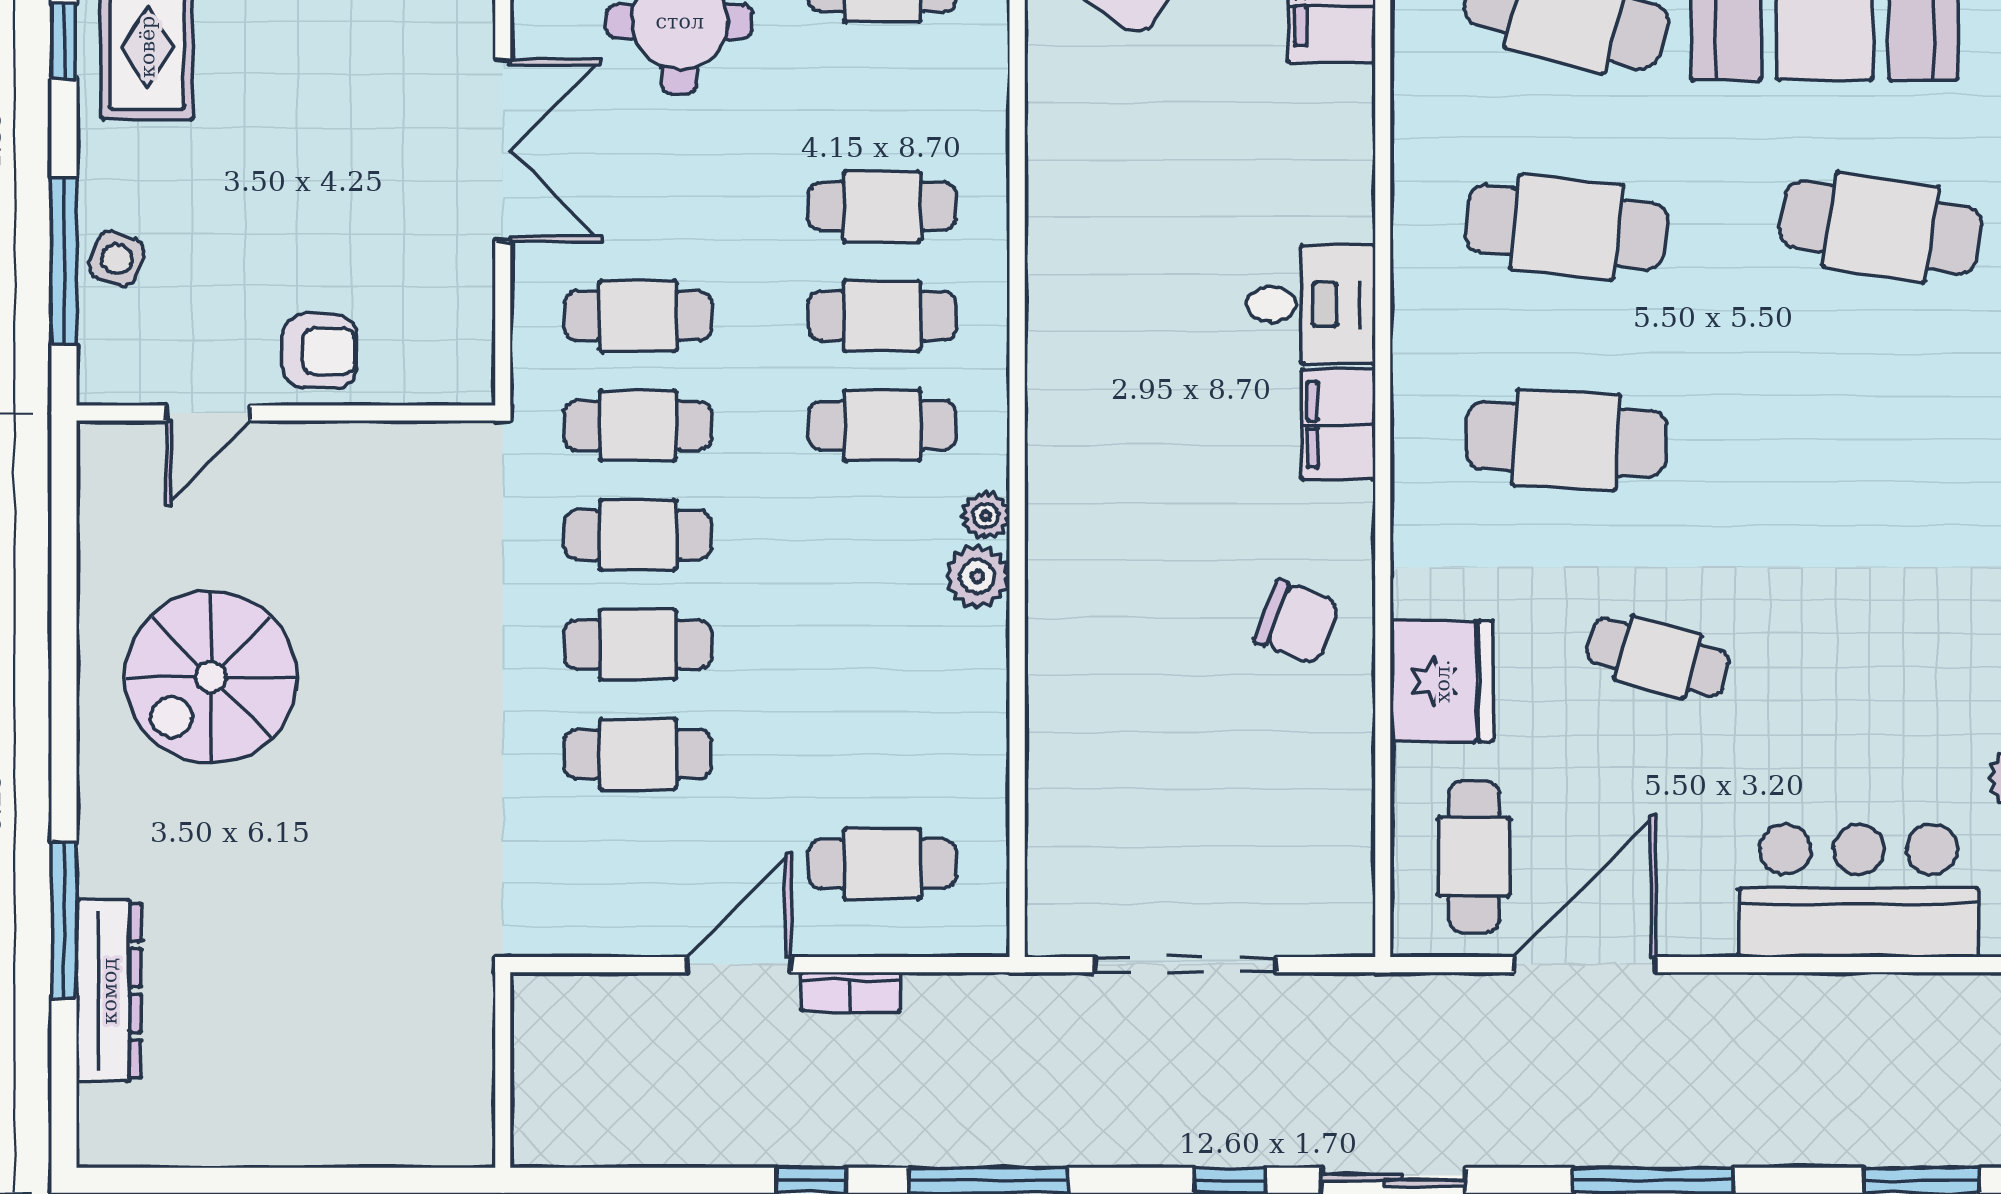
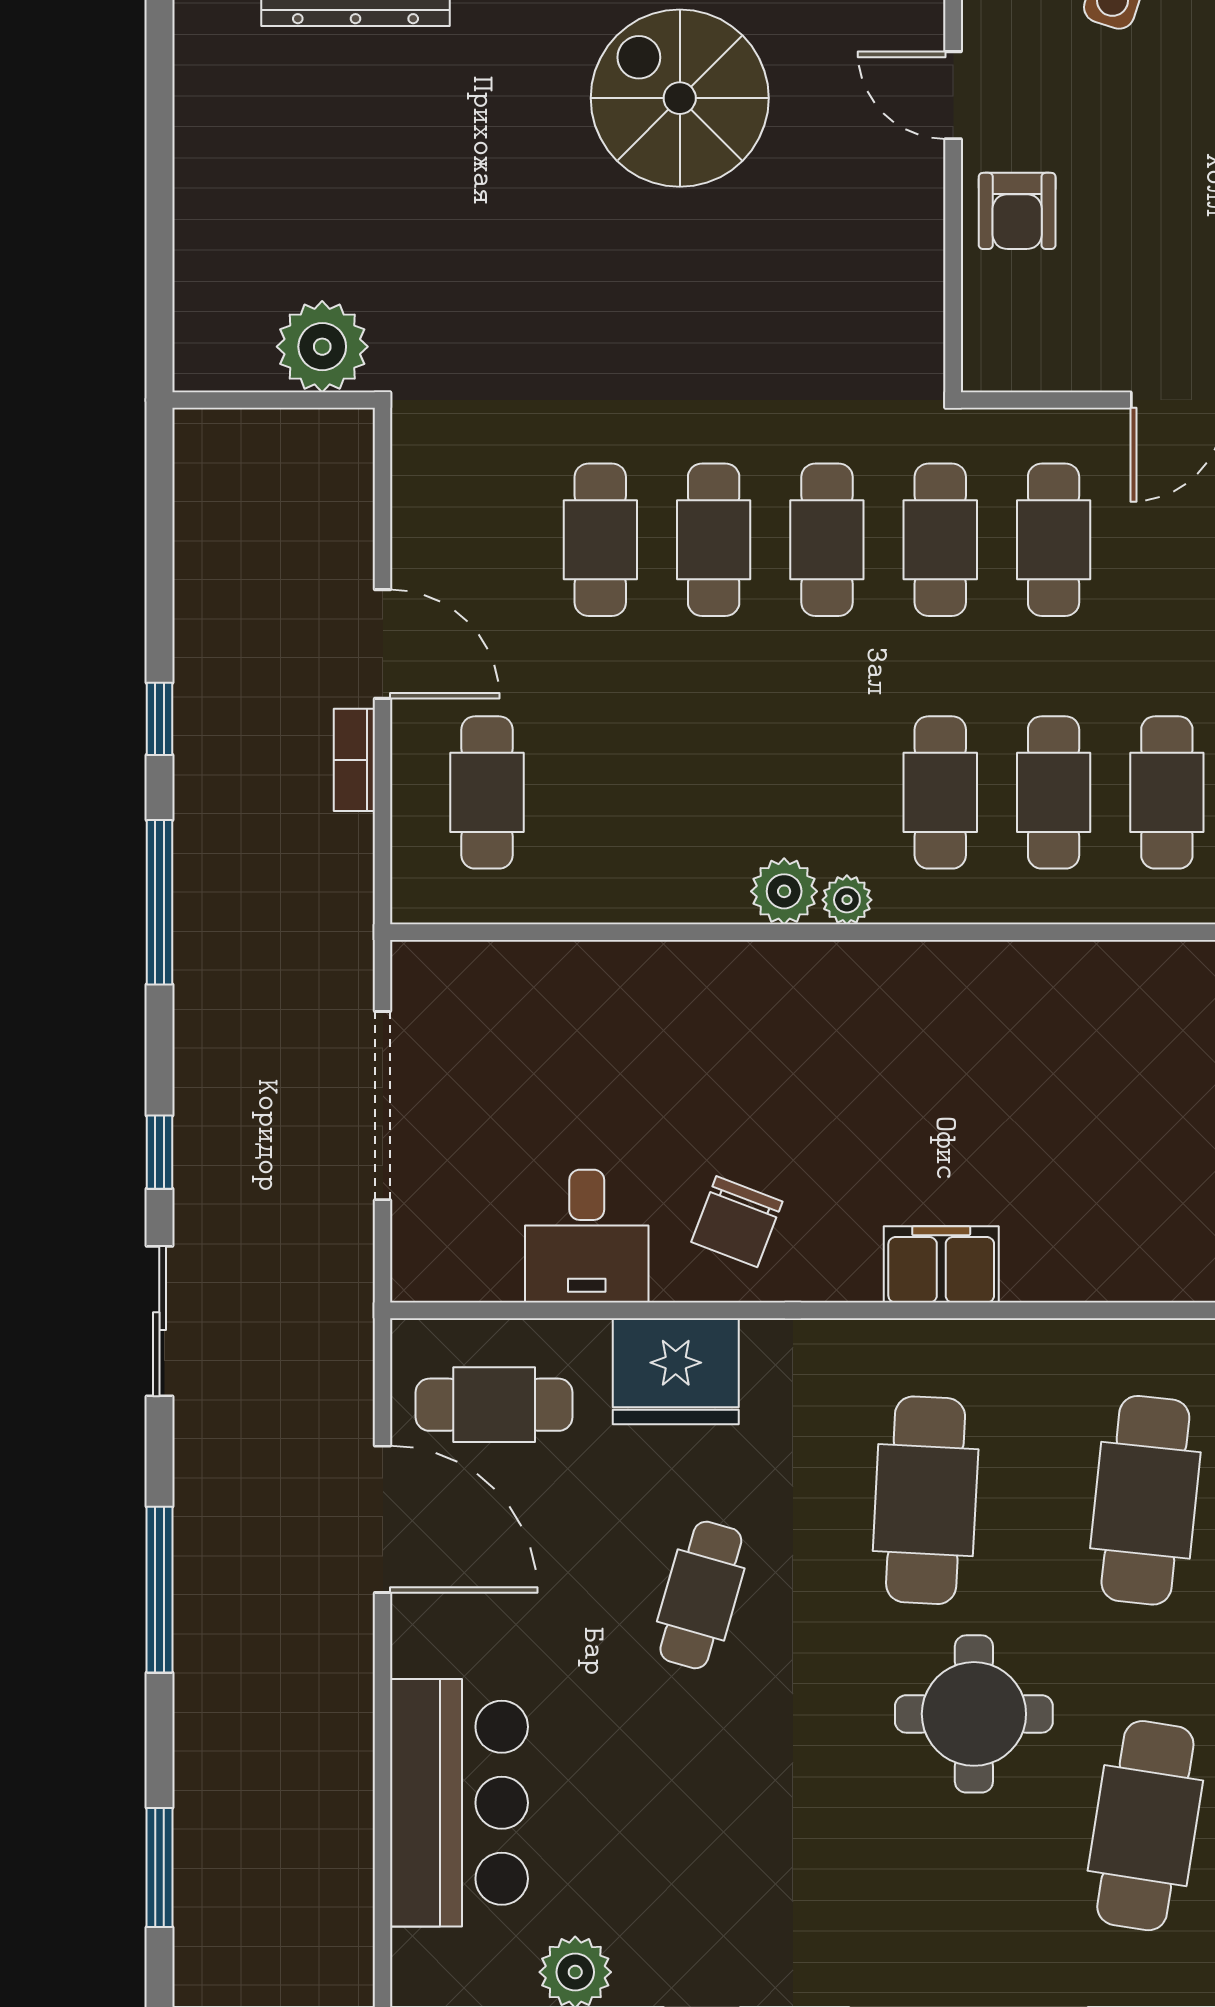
desk: (1311, 305) -> (587, 1236), moved
round table: (1773, 393) -> (974, 1714), added
plant: (451, 1023) -> (322, 347), added

